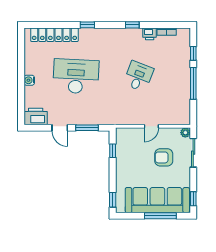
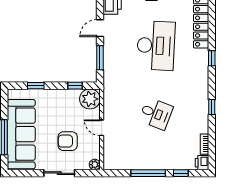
printer: (150, 34) -> (202, 163), moved
plant: (125, 137) -> (90, 99), added
sliding door: (193, 153) -> (59, 173), moved
armchair: (164, 157) -> (68, 141), turned -90
window: (193, 199) -> (23, 173), removed
window: (113, 200) -> (36, 86), moved

